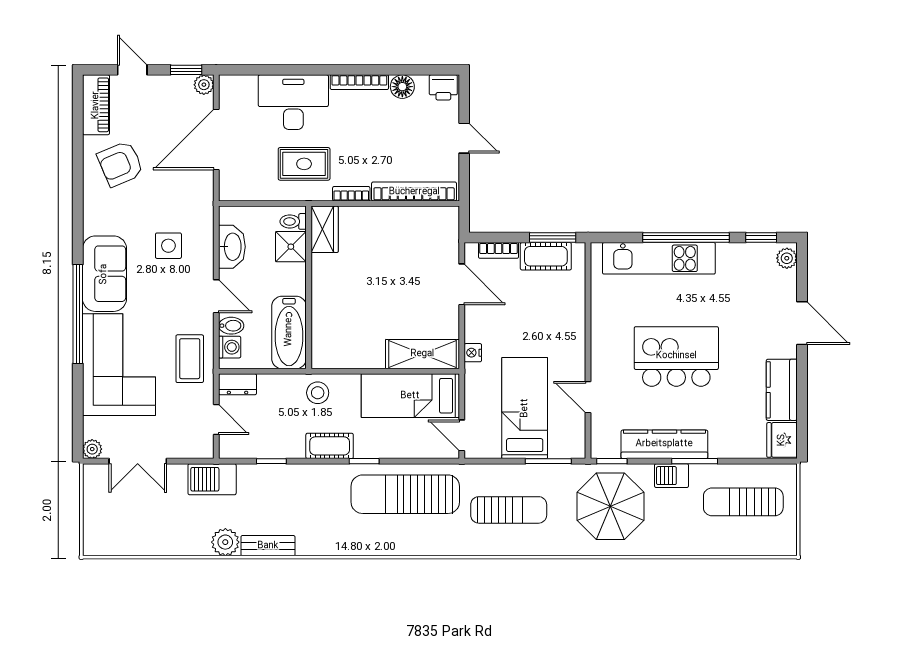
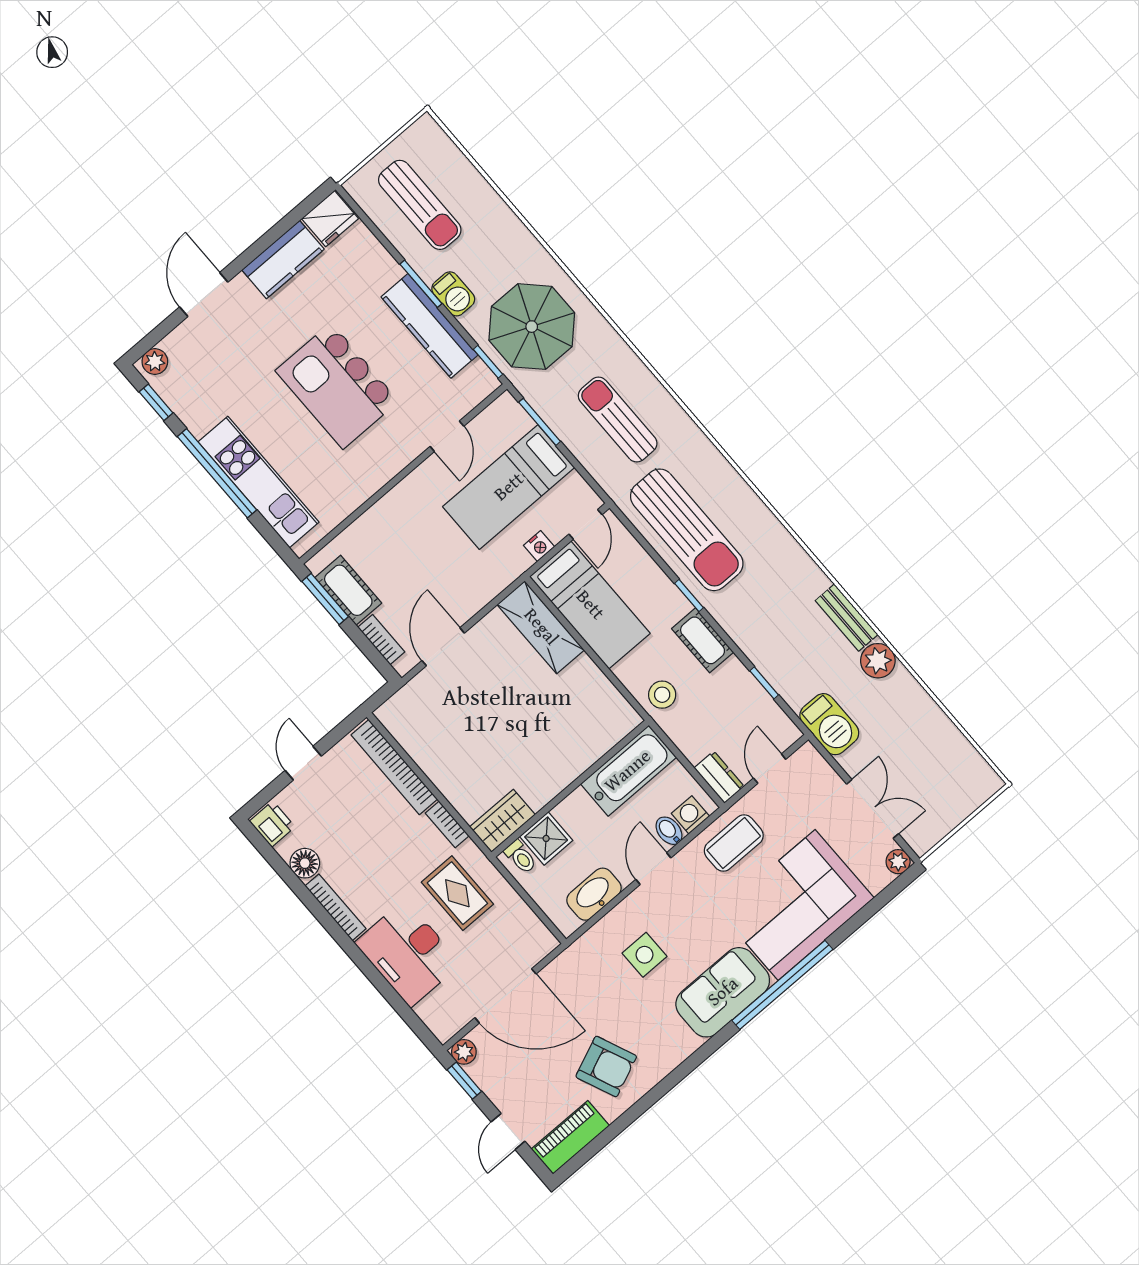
nightstand: (473, 353) -> (539, 546), moved

